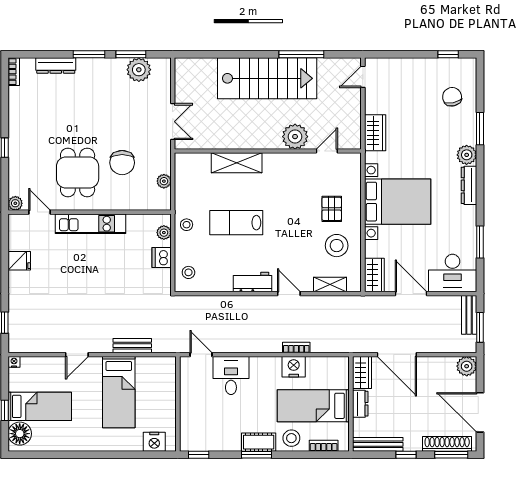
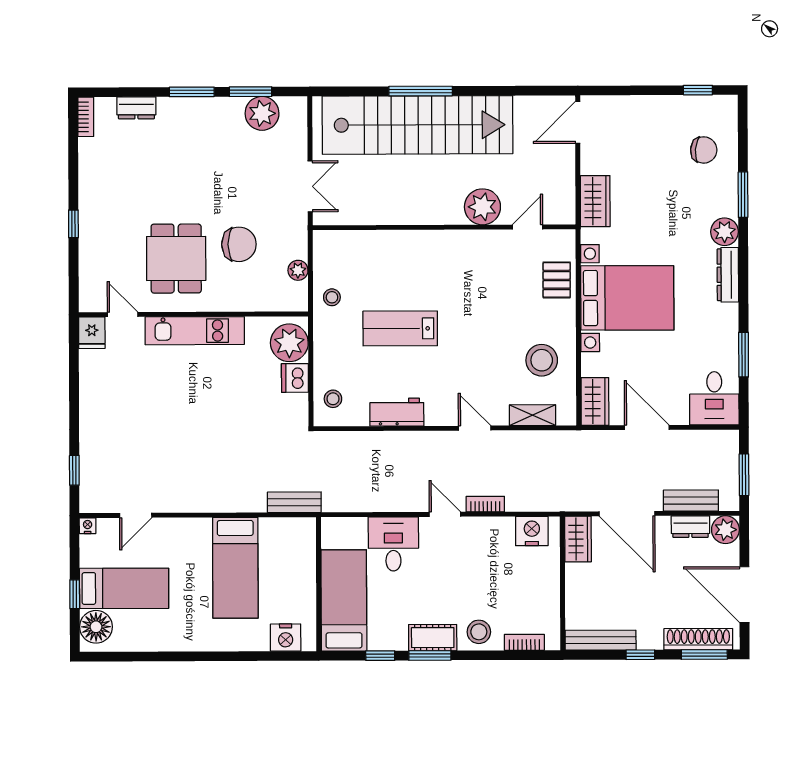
window: (301, 54) -> (421, 91), moved
dresser: (56, 65) -> (136, 108), width x0.70
door: (363, 77) -> (578, 122), width x1.38
stairs: (267, 78) -> (417, 125), width x1.36
chair: (452, 97) -> (704, 150), turned 108
chair: (122, 163) -> (239, 244), turned -90
shelving: (237, 163) -> (400, 244), removed
plant: (15, 203) -> (89, 302), removed
pallet: (332, 209) -> (557, 280), moved
stool: (187, 225) -> (332, 297), moved
plant: (164, 233) -> (289, 343), width x1.88, depth x1.88
fridge: (19, 261) -> (92, 333), moved, turned 90
desk: (453, 273) -> (714, 398), width x0.73
workbench: (253, 282) -> (397, 412), moved
bench: (469, 315) -> (691, 501), moved, turned 90
bench: (132, 346) -> (294, 502), moved
door: (77, 355) -> (136, 515), moved
door: (201, 355) -> (445, 514), moved
nightstand: (294, 367) -> (532, 531), moved
dresser: (360, 404) -> (690, 527), moved, turned 90
bed: (313, 406) -> (344, 600), moved, turned 90
window: (199, 455) -> (380, 656), moved

